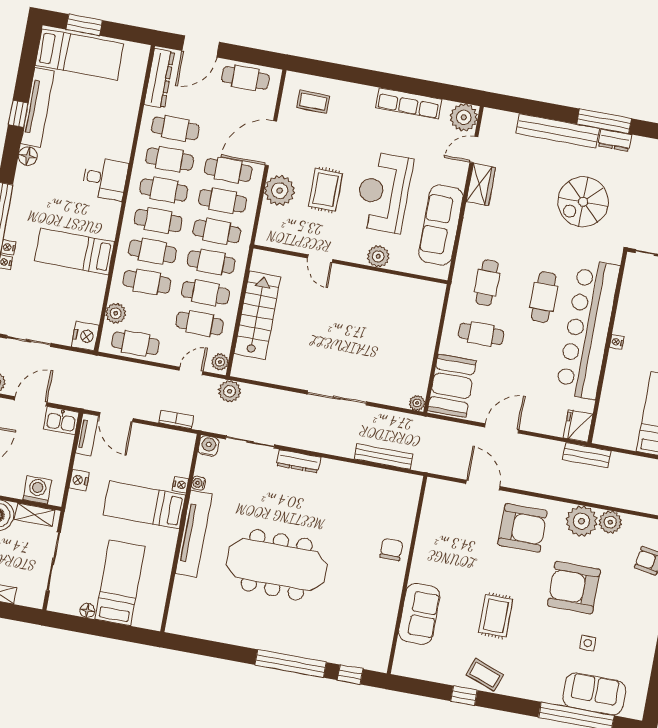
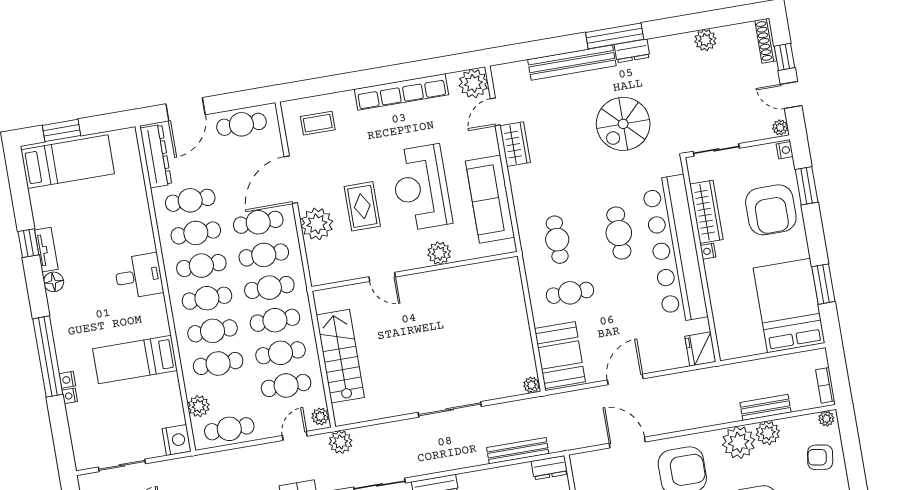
row of seats: (409, 103) -> (401, 92), width x1.36
tv unit: (37, 107) -> (46, 250), width x0.52, depth x0.78
wardrobe: (628, 307) -> (706, 212), added
bench: (587, 455) -> (765, 407), moved
dresser: (406, 482) -> (549, 468), added

